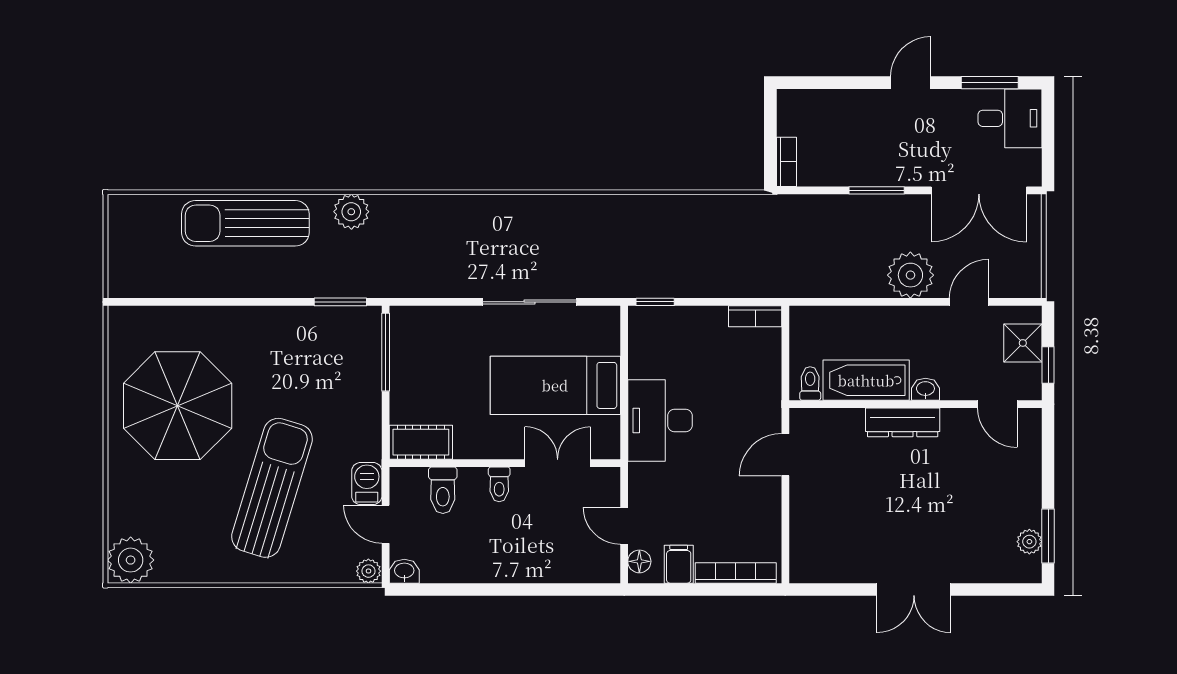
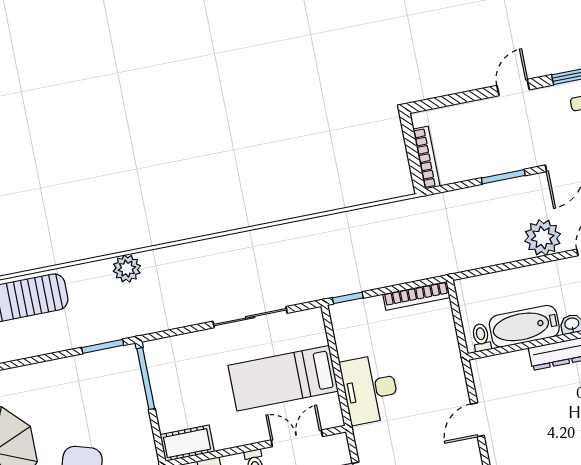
bookcase: (787, 162) -> (426, 158), width x1.56
plant: (351, 212) -> (127, 269), moved
bookcase: (755, 316) -> (416, 296), width x1.56
door: (785, 455) -> (477, 420), moved

